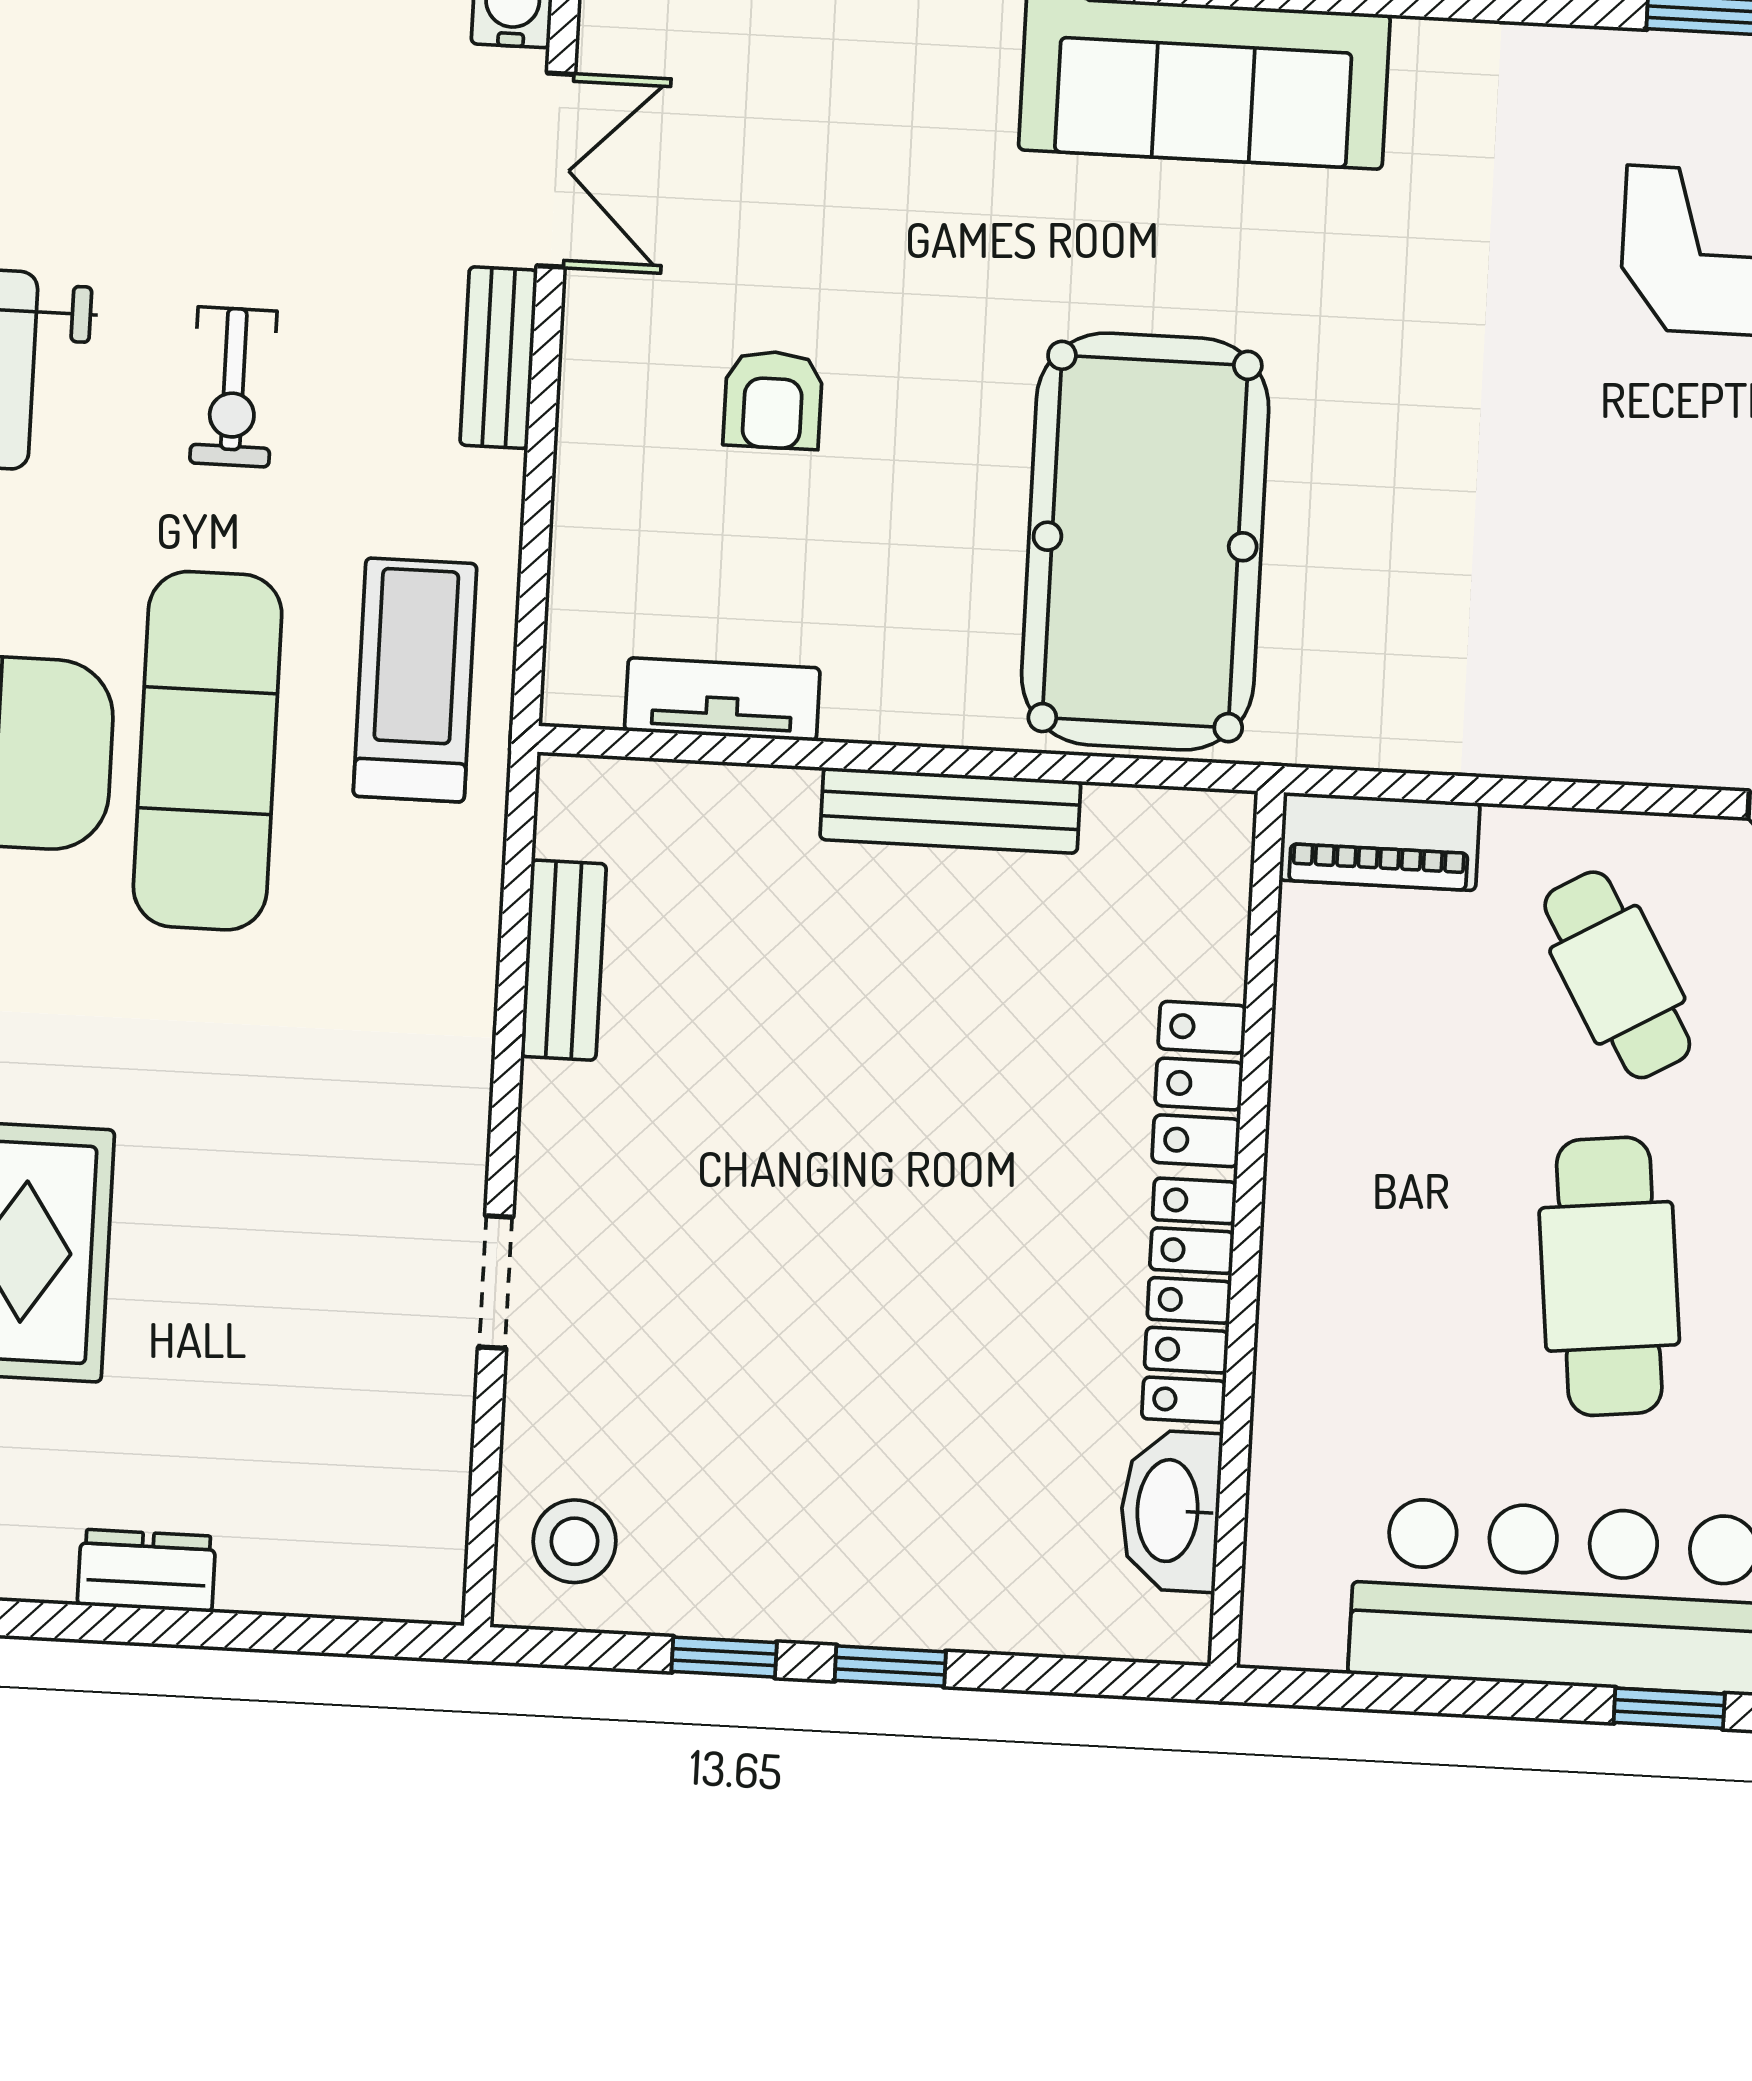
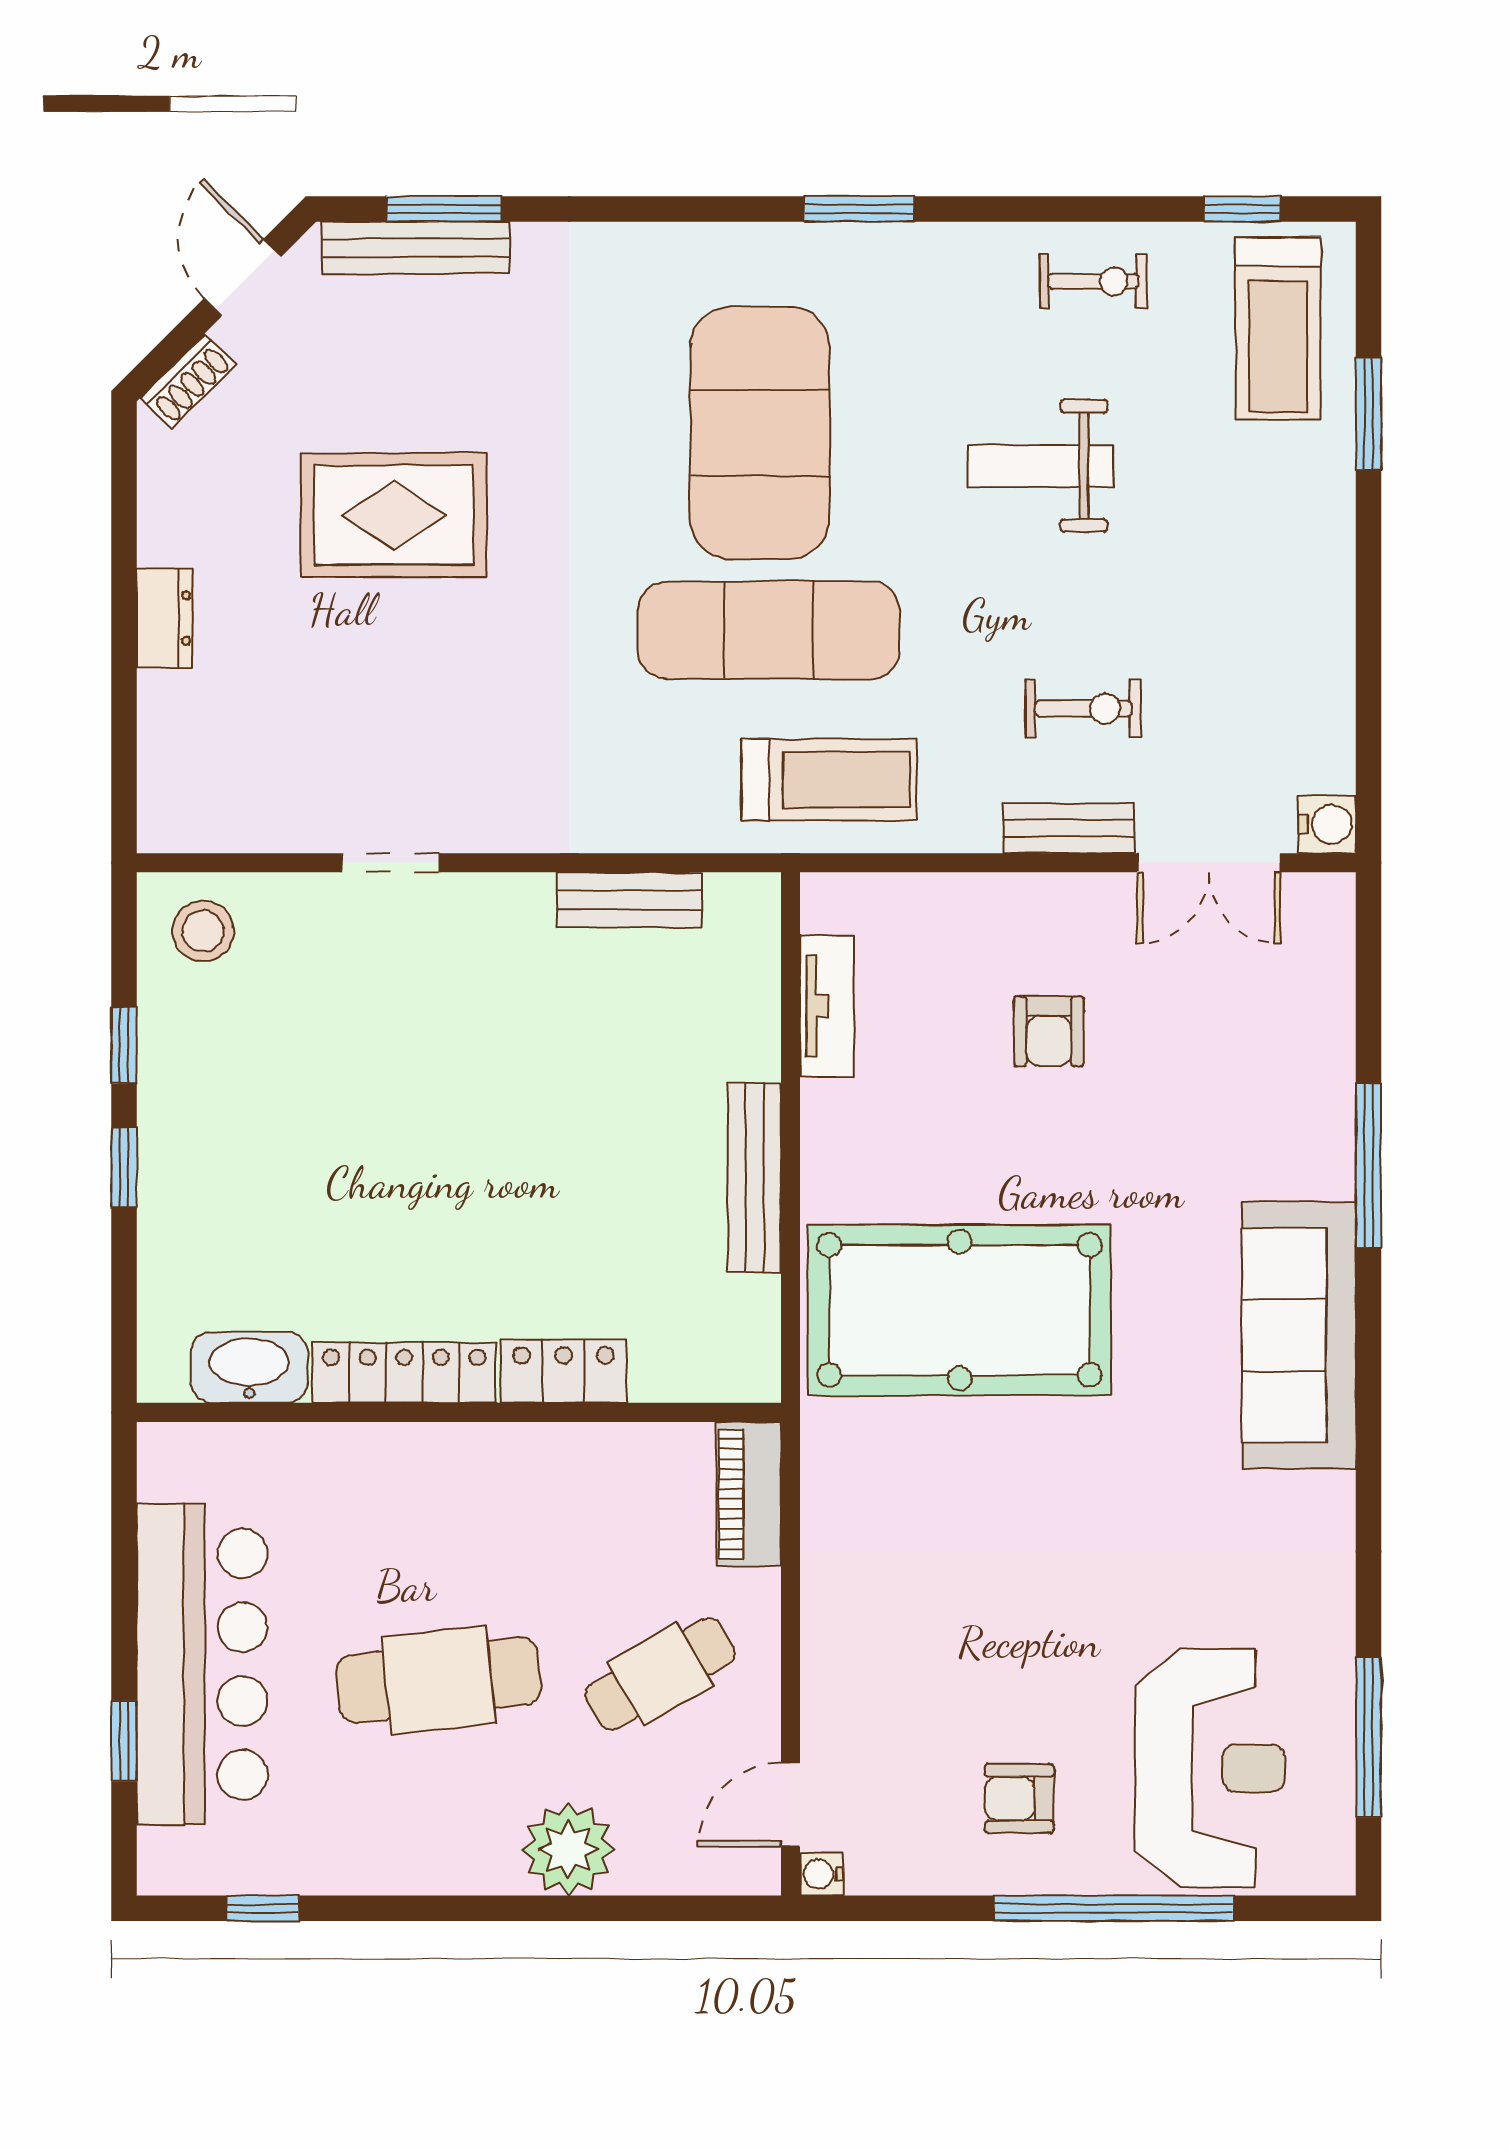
exercise bike: (233, 387) -> (1083, 709), moved, turned 180
armchair: (773, 400) -> (1049, 1031), turned -90

